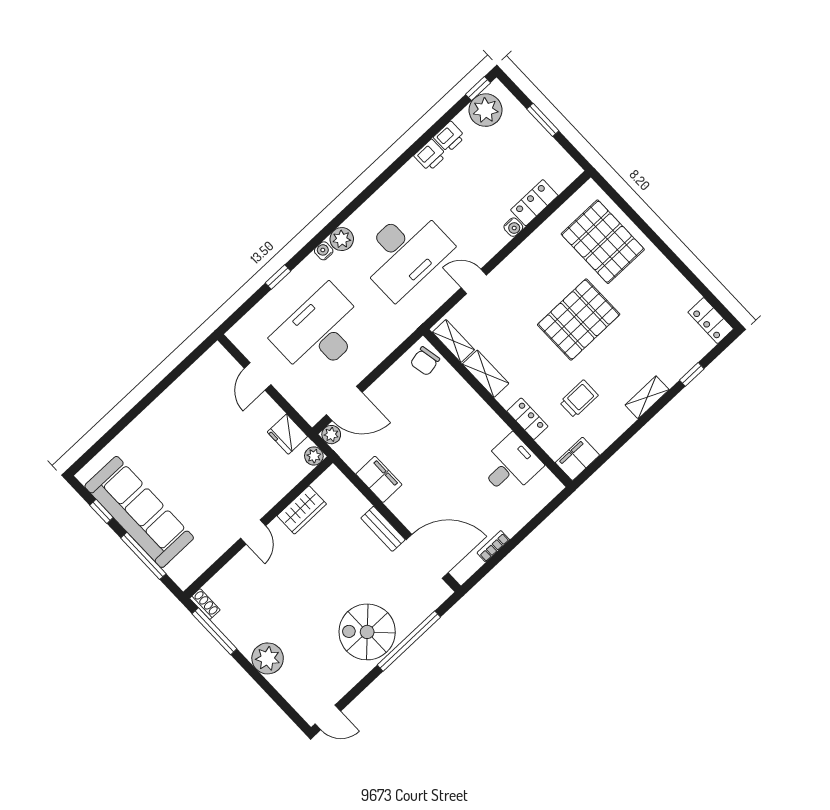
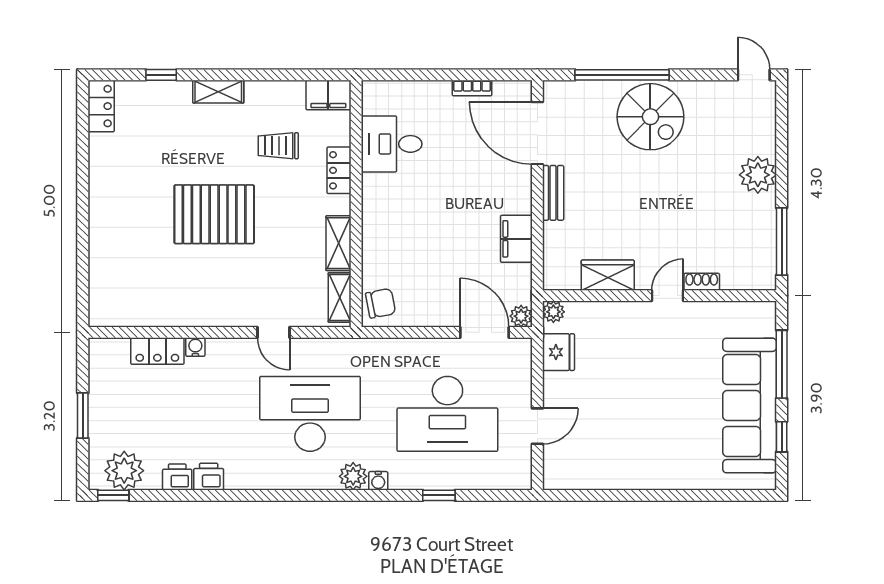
pallet: (603, 242) -> (130, 262), removed
shoe rack: (205, 604) -> (702, 282), moved, turned 90

